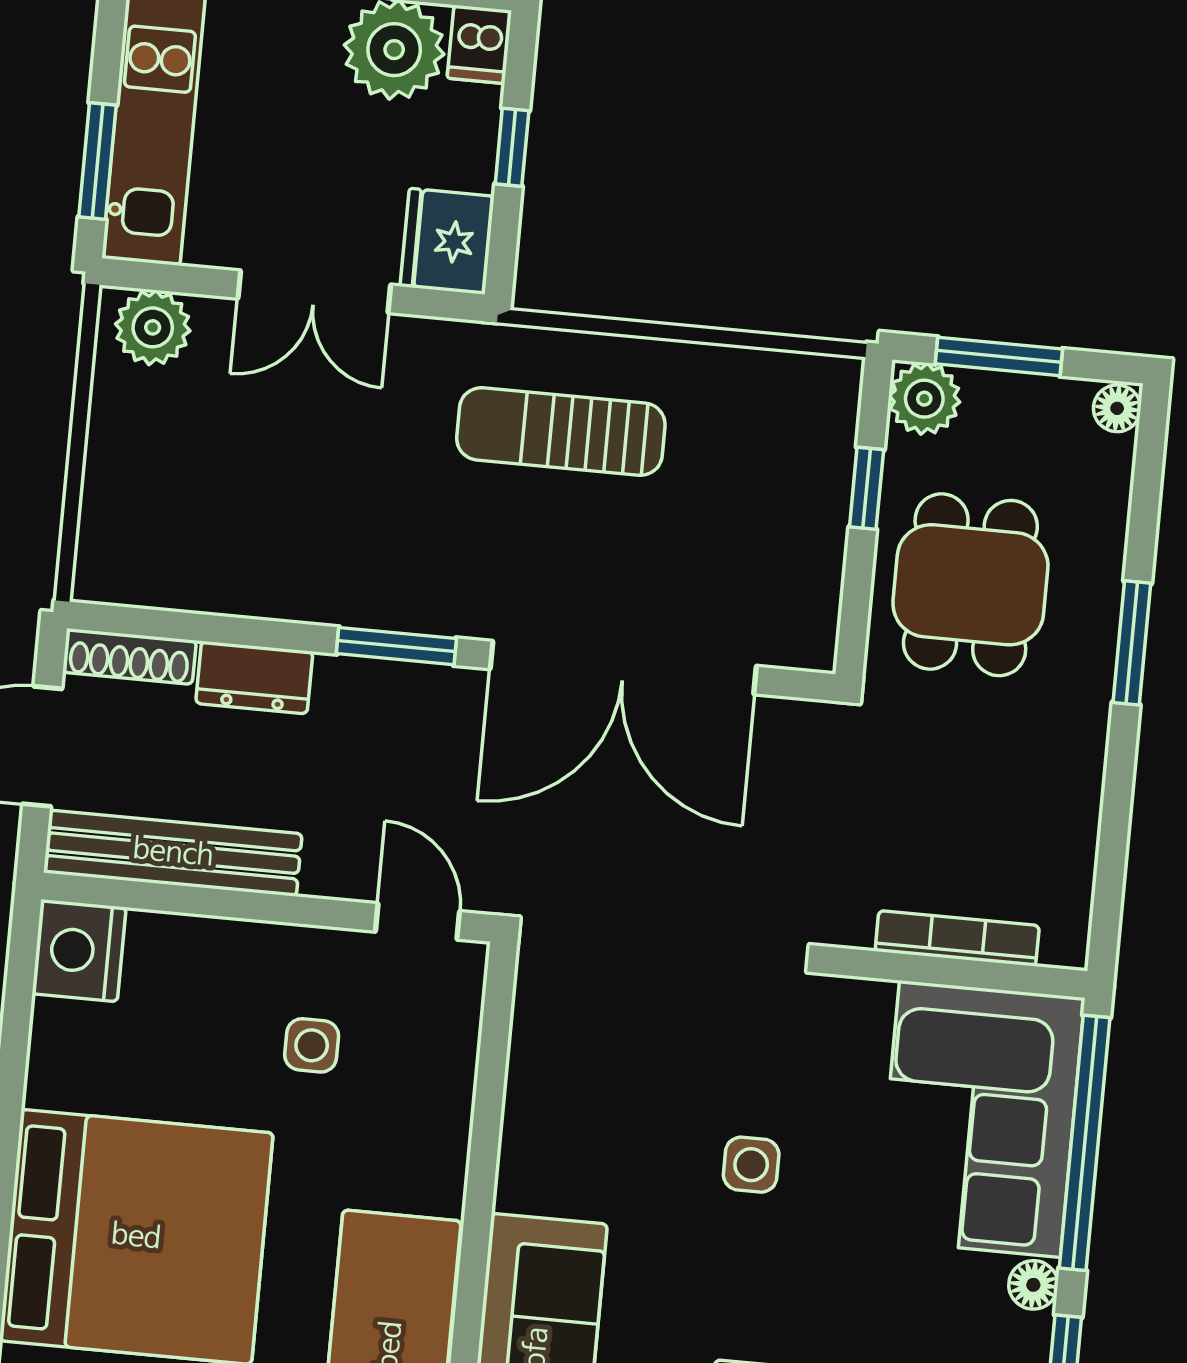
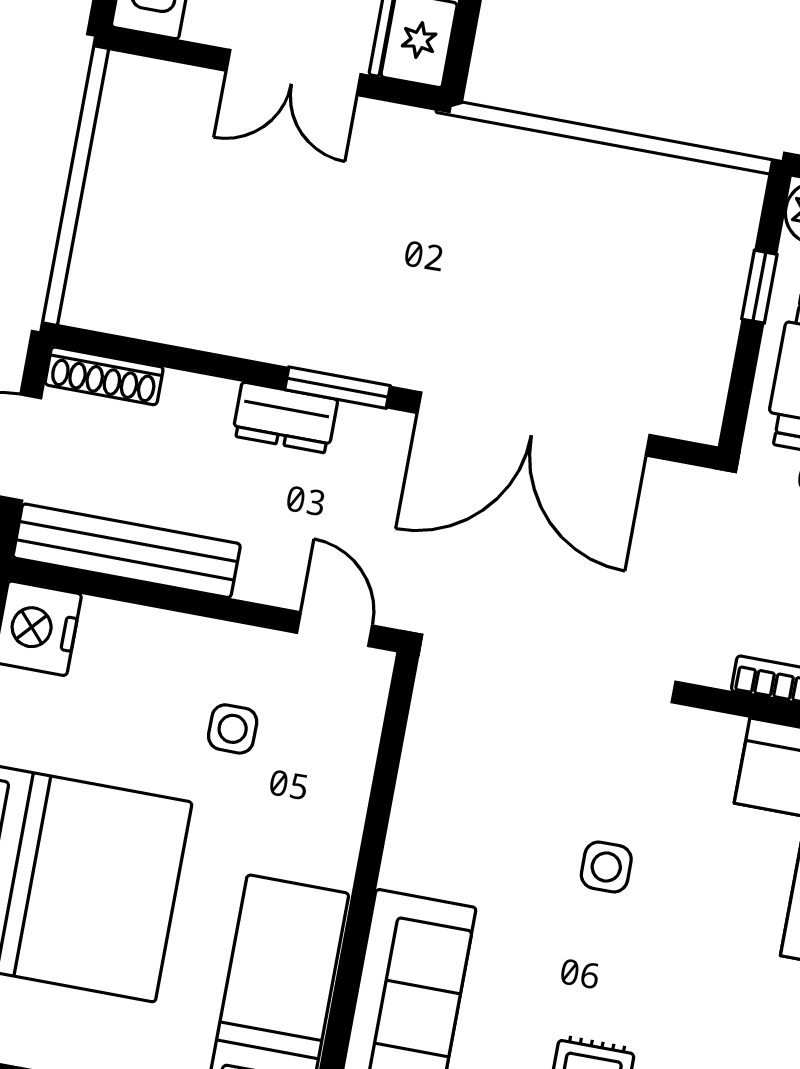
plant: (153, 327) -> (150, 91), removed
sun lounger: (561, 431) -> (498, 213), removed
dresser: (254, 678) -> (285, 418), moved

